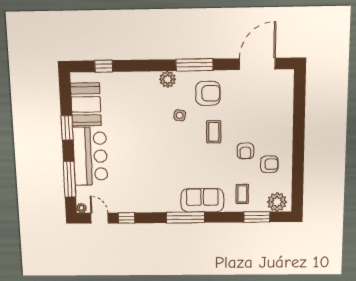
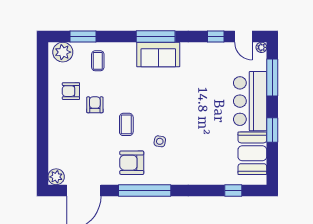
window: (194, 65) -> (145, 190), width x1.46
plant: (168, 79) -> (56, 177), moved
sofa: (202, 200) -> (158, 55), moved

